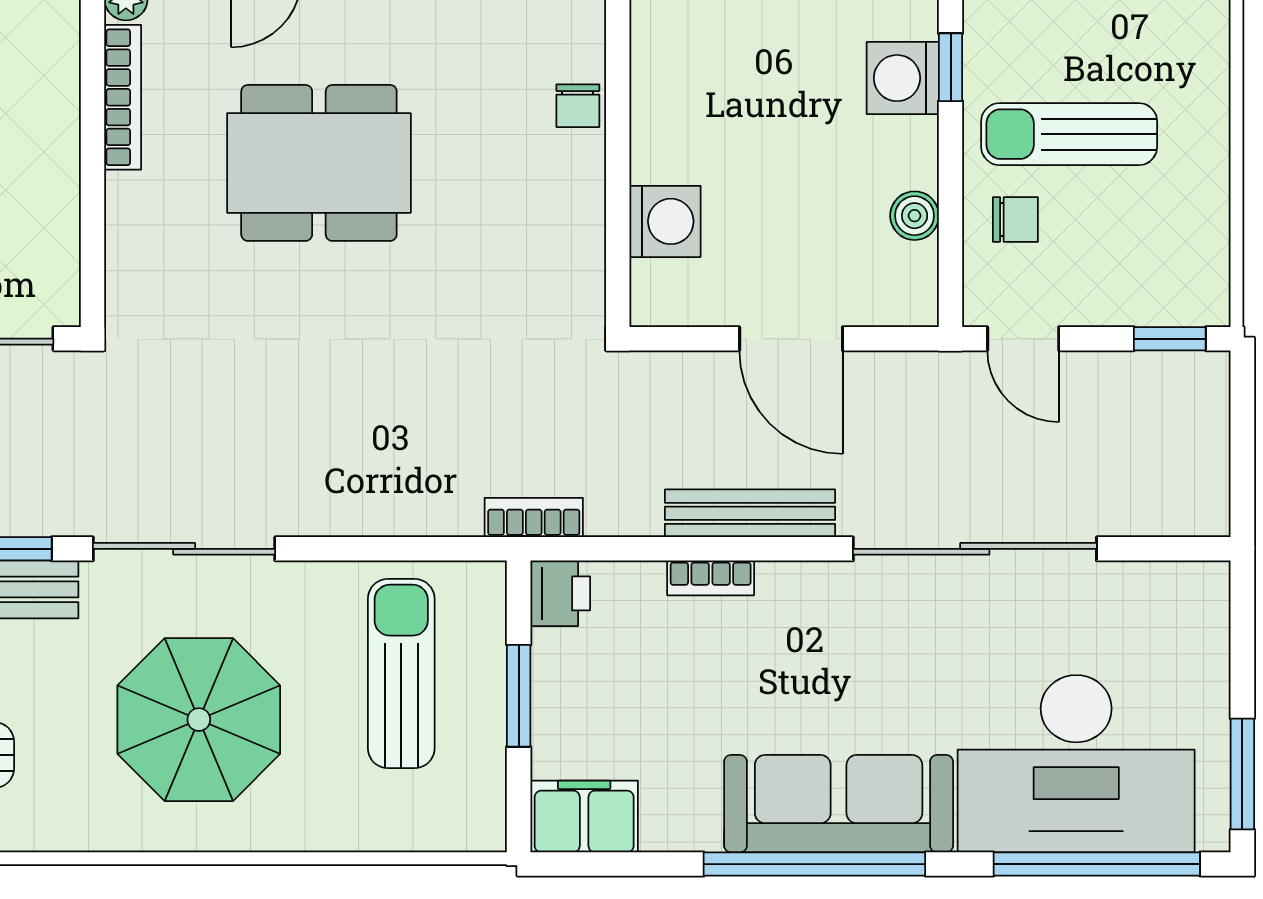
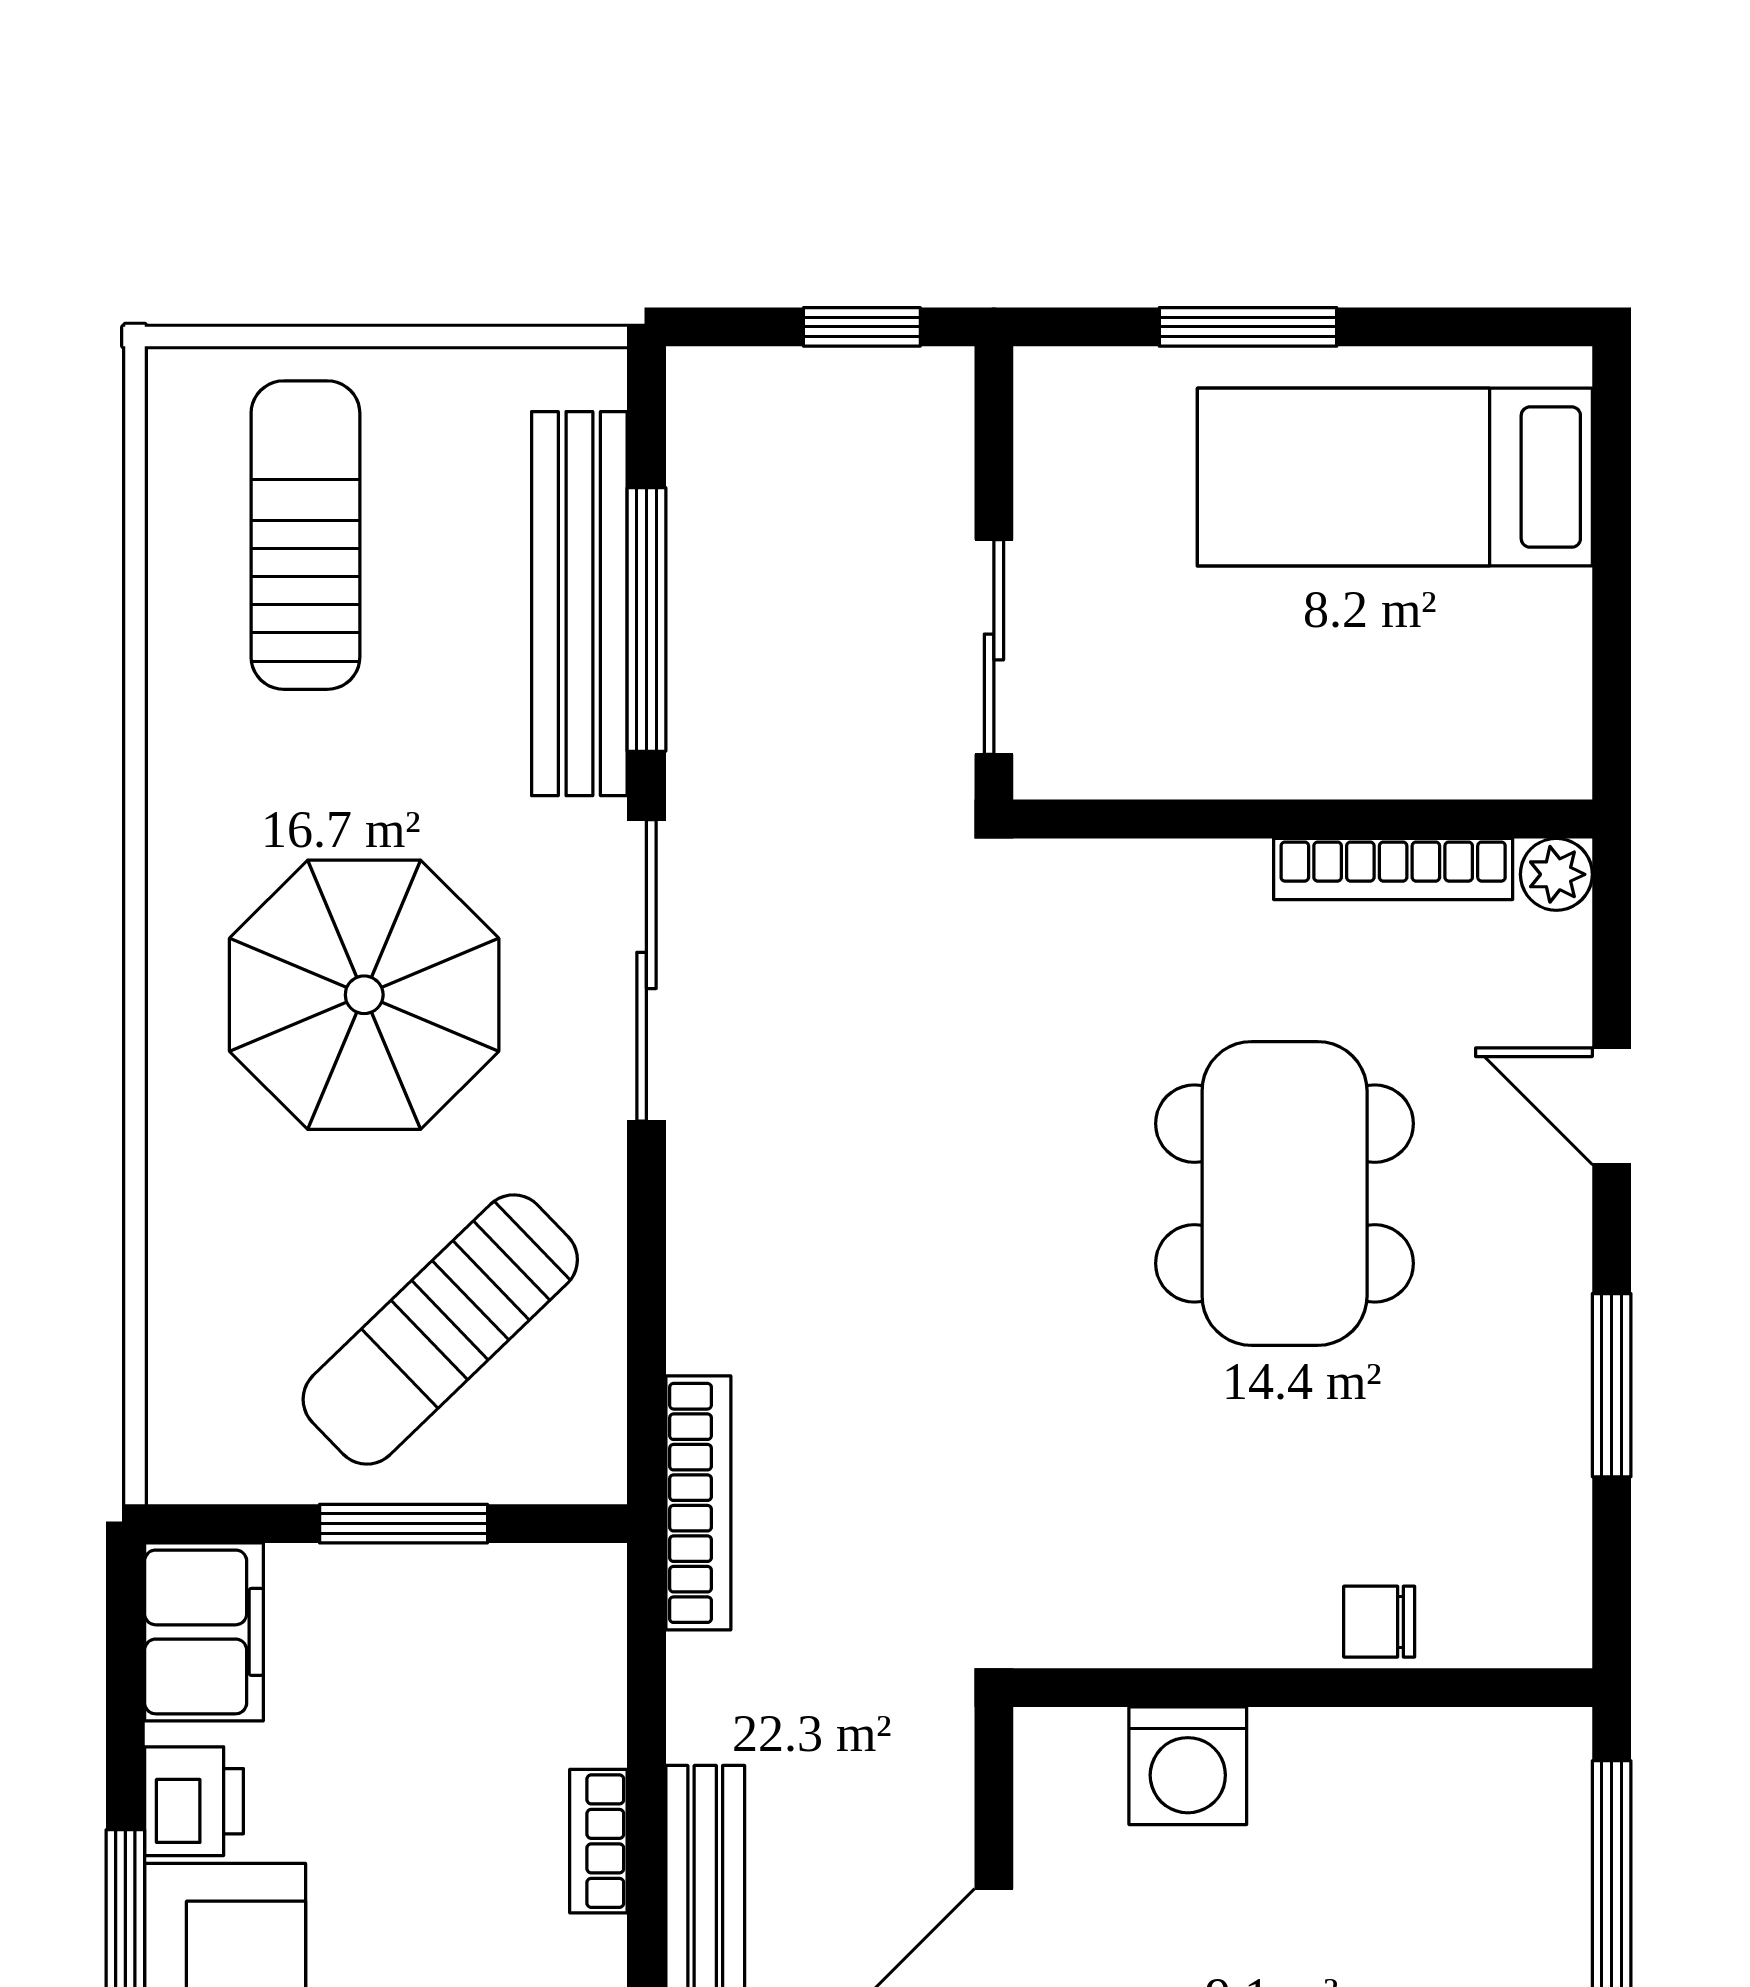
bookcase: (534, 517) -> (698, 1503), width x1.56
printer: (560, 593) -> (194, 1801), moved, turned -90
sun lounger: (401, 674) -> (440, 1329), turned 136

